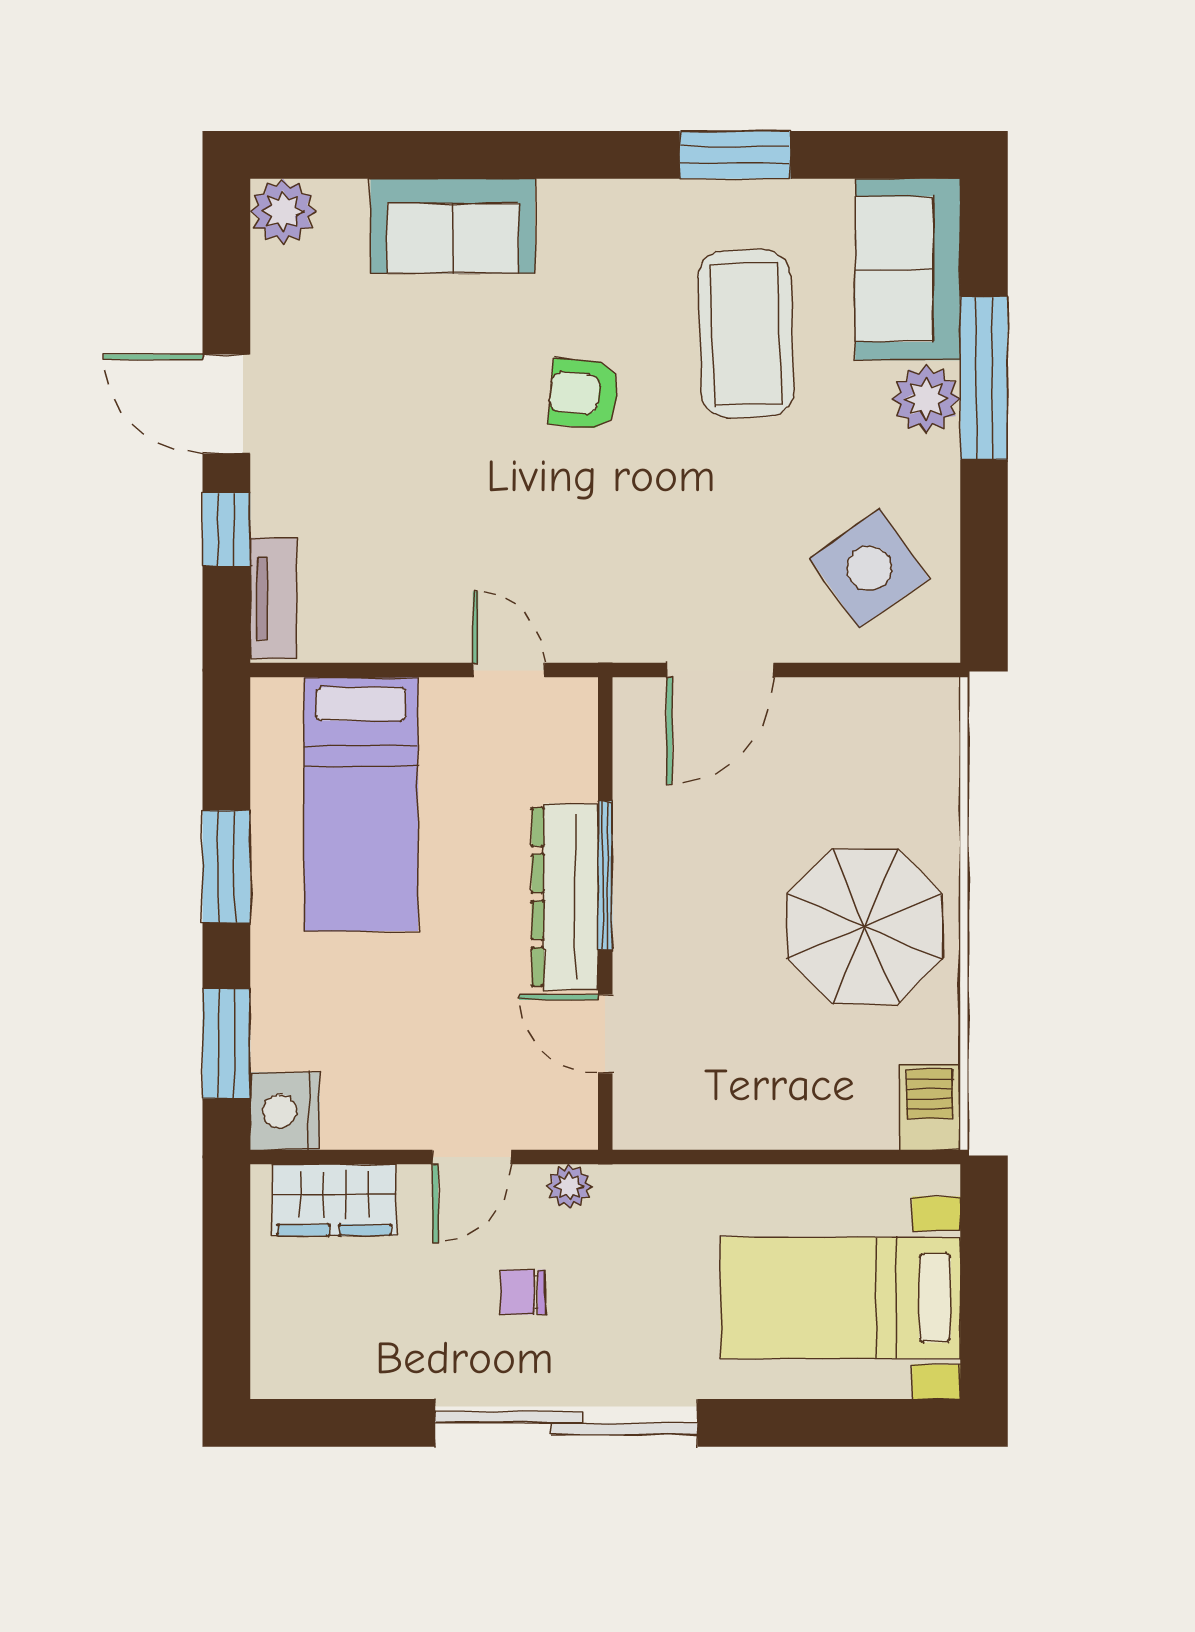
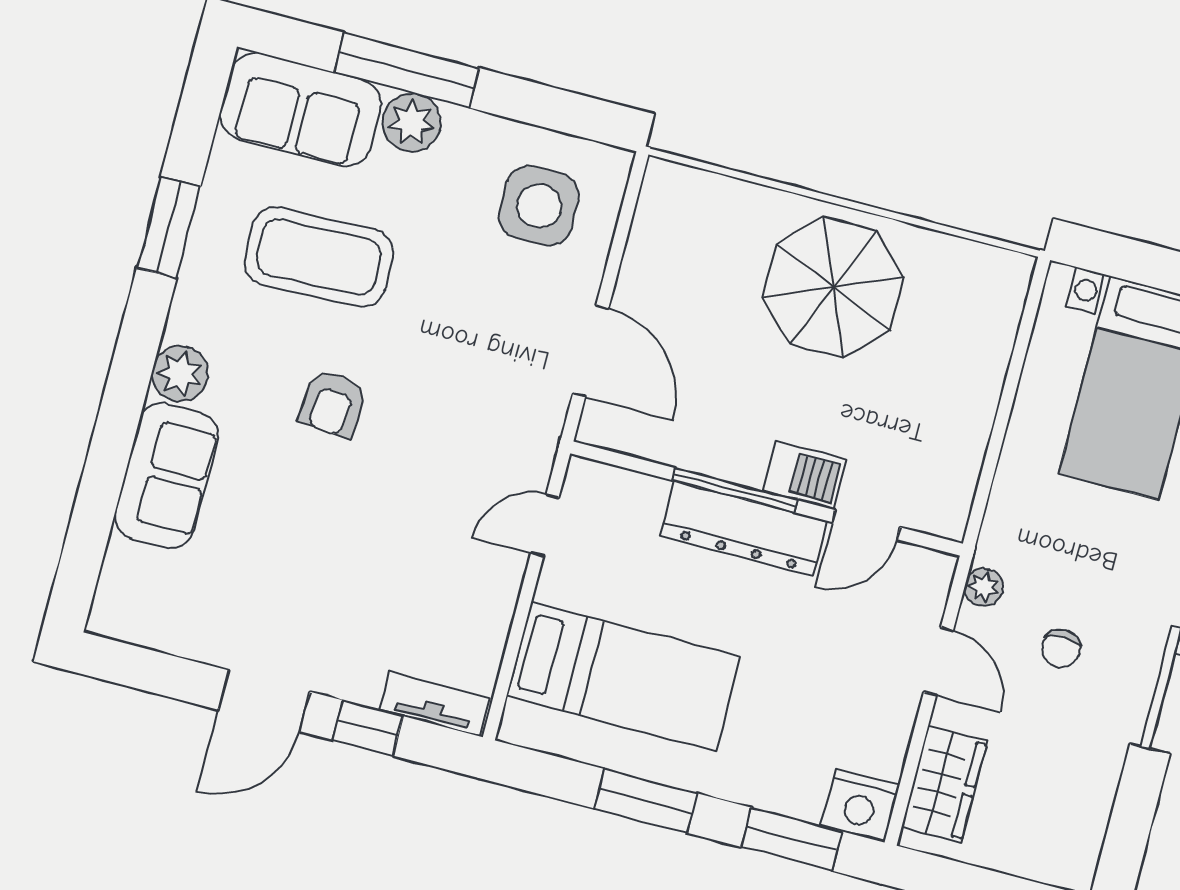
plant: (283, 211) -> (180, 374), moved
side table: (869, 568) -> (539, 206), turned 35
barbecue: (930, 1107) -> (804, 475), moved, turned 180

